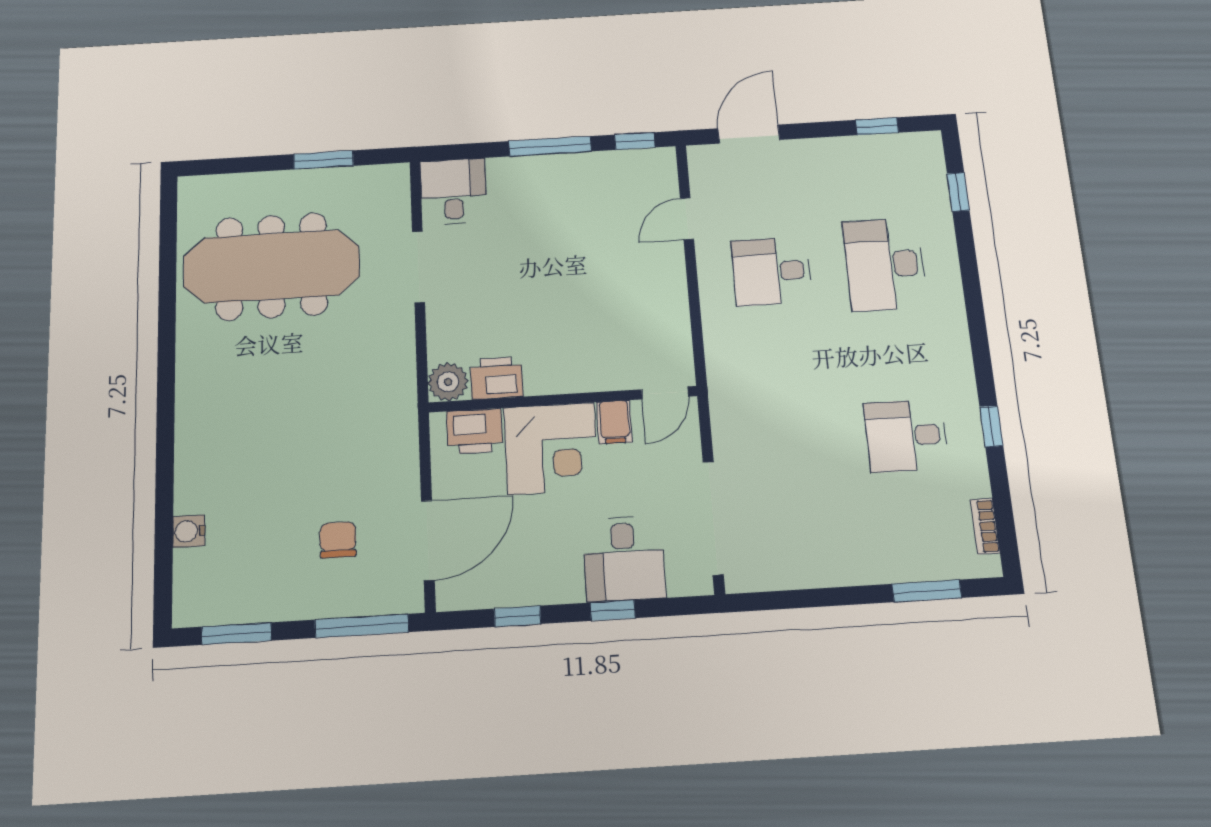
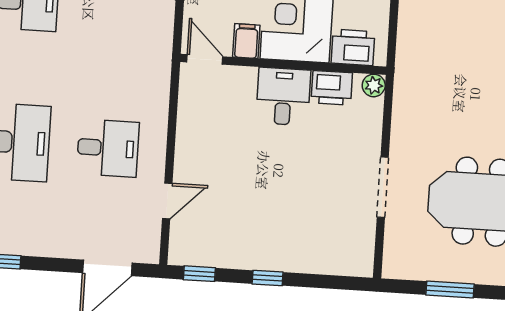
window: (550, 146) -> (268, 278), width x0.46
desk: (453, 192) -> (283, 96), moved, turned 180
plant: (448, 382) -> (374, 85), width x0.73, depth x0.73
door: (665, 393) -> (205, 59), hinge flipped

